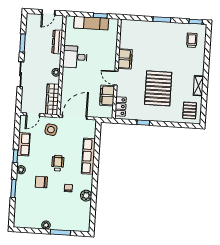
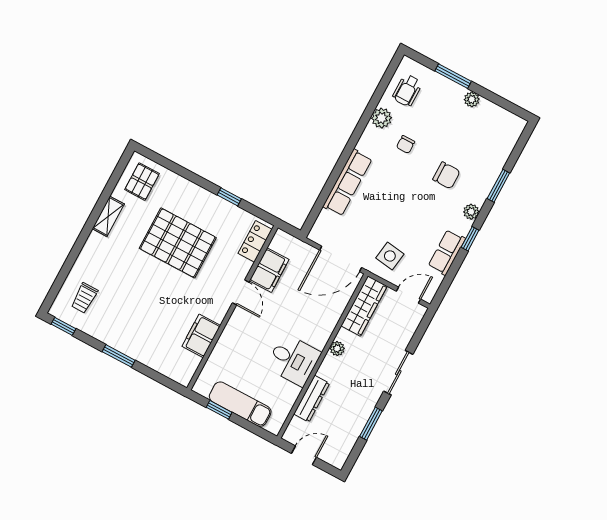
filing cabinet: (125, 59) -> (201, 336), moved
pallet: (158, 88) -> (178, 243), turned 90
wheelchair: (58, 163) -> (407, 90), moved

